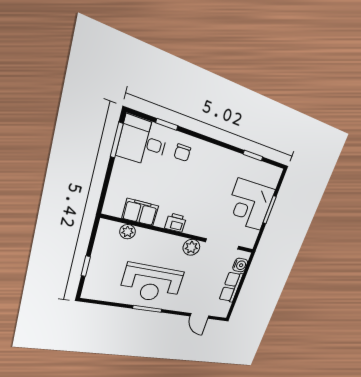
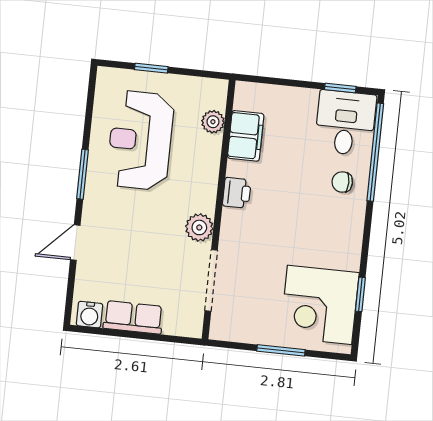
window: (167, 124) -> (375, 152), width x3.17
window: (117, 140) -> (340, 88), width x0.67
corner desk: (250, 205) -> (320, 305), moved, turned -90
water cooler: (240, 265) -> (90, 315), moved
reception desk: (152, 283) -> (140, 140), moved
door: (199, 316) -> (75, 243), moved

